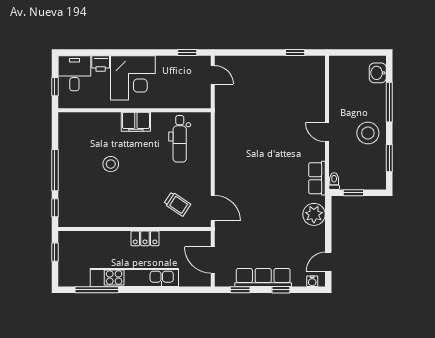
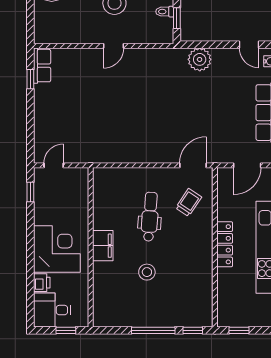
dental chair: (180, 139) -> (150, 217), moved, turned -86
row of seats: (317, 178) -> (42, 66), moved, turned -90
toilet: (334, 181) -> (165, 12), moved
locker: (145, 238) -> (225, 244), width x1.53

